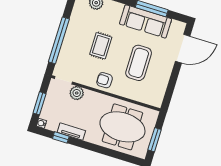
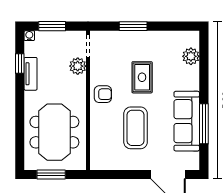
window: (59, 40) -> (133, 26), width x0.47
rug: (101, 46) -> (142, 77), turned 90
coffee table: (139, 63) -> (136, 128), turned 90
armchair: (105, 80) -> (103, 94), turned 90

